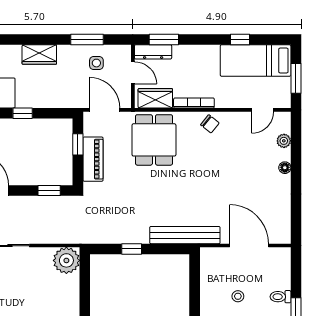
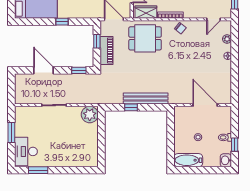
dining table: (154, 140) -> (145, 38), turned 90
bench: (185, 235) -> (146, 98), moved

